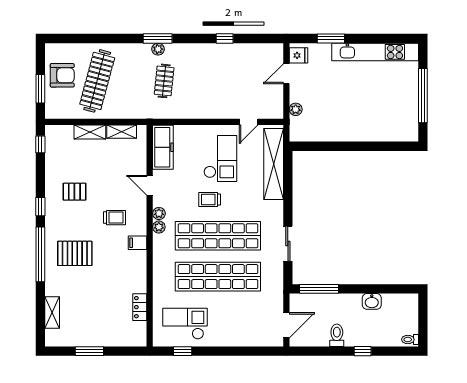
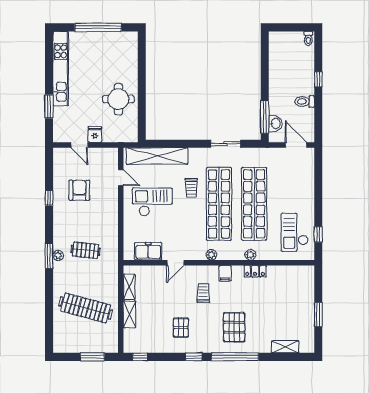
fridge: (298, 55) -> (95, 135), moved
armchair: (62, 75) -> (79, 190), moved
plant: (296, 109) -> (110, 137), removed
round table: (340, 119) -> (118, 99), added
freezer: (163, 147) -> (148, 251), width x0.71
trolley: (210, 199) -> (191, 188), moved
plant: (159, 213) -> (250, 255), moved
washbasin: (372, 301) -> (275, 123), moved
locker: (140, 307) -> (255, 271), moved

